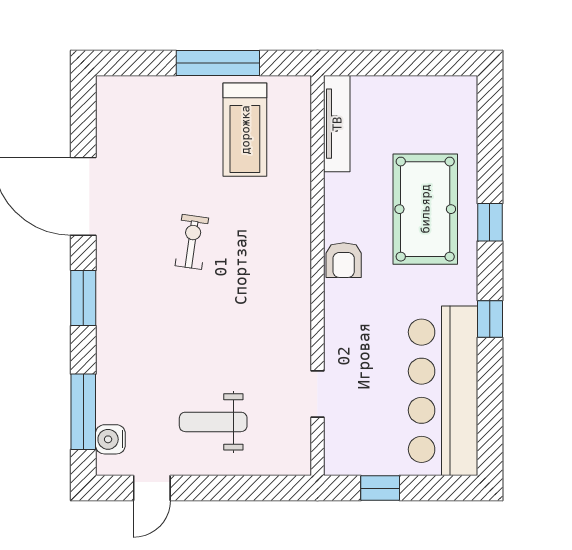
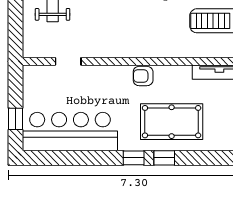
window: (490, 319) -> (134, 158), moved
window: (380, 488) -> (16, 119), moved

